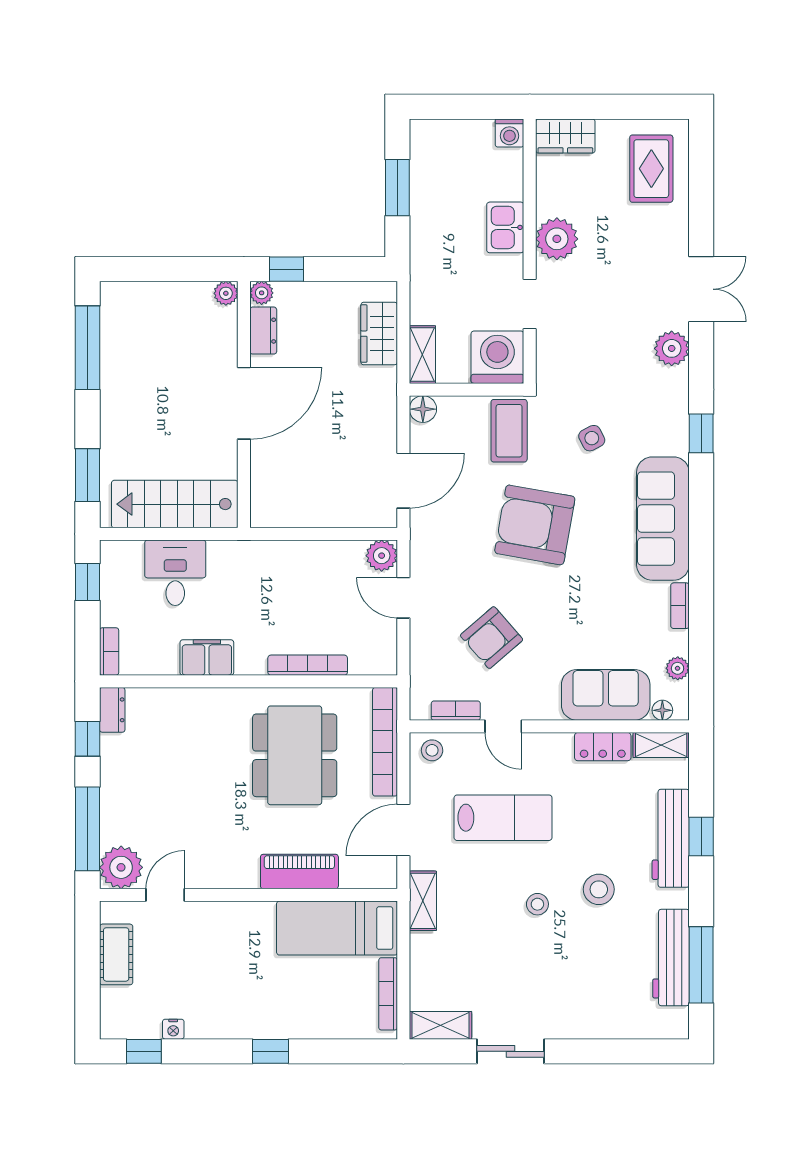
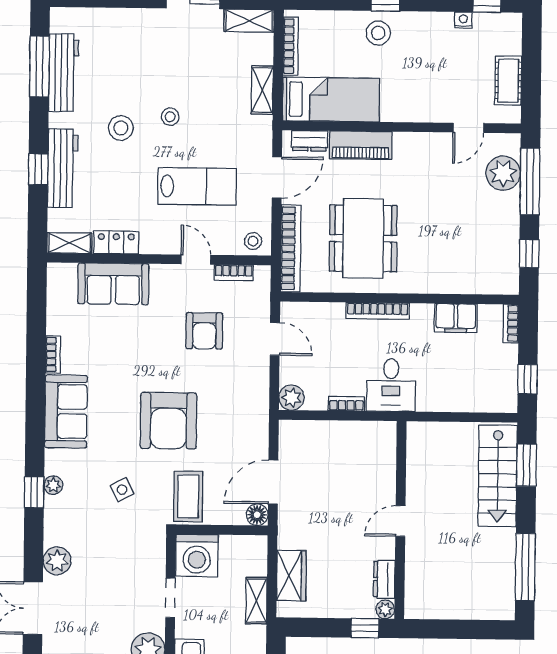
plant: (226, 293) -> (414, 609), removed
shelving: (422, 355) -> (256, 601), moved
door: (244, 403) -> (400, 521), width x0.53
door: (403, 481) -> (273, 482), moved
stairs: (175, 504) -> (498, 476), moved, turned 90
sofa: (663, 519) -> (66, 411), width x0.73
armchair: (535, 525) -> (168, 421), turned 80
bookcase: (313, 549) -> (346, 404), added
desk: (175, 573) -> (391, 385), moved
door: (403, 598) -> (275, 339), moved
armchair: (492, 638) -> (204, 331), turned 131
filing cabinet: (207, 657) -> (456, 318), moved
bookcase: (308, 665) -> (378, 311), moved
plant: (678, 668) -> (53, 485), moved
dresser: (112, 710) -> (309, 141), moved, turned -90
floor lamp: (662, 710) -> (68, 271), removed
lab bench: (503, 818) -> (197, 186), turned 180
plant: (121, 867) -> (503, 173), moved
shelving: (423, 901) -> (262, 90), moved
stool: (279, 1012) -> (378, 33), added

